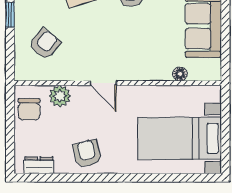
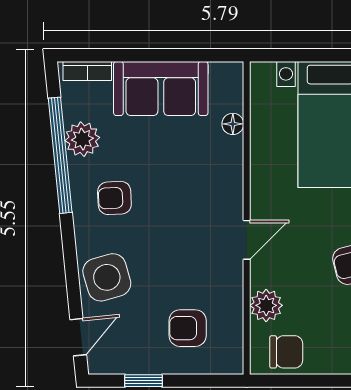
armchair: (45, 44) -> (188, 328), turned -39

